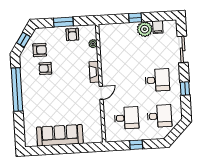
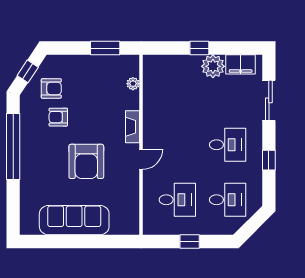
window: (63, 22) -> (105, 48), moved
filing cabinet: (158, 27) -> (241, 64), width x2.00
armchair: (72, 34) -> (86, 161), moved, width x1.88, depth x1.88

